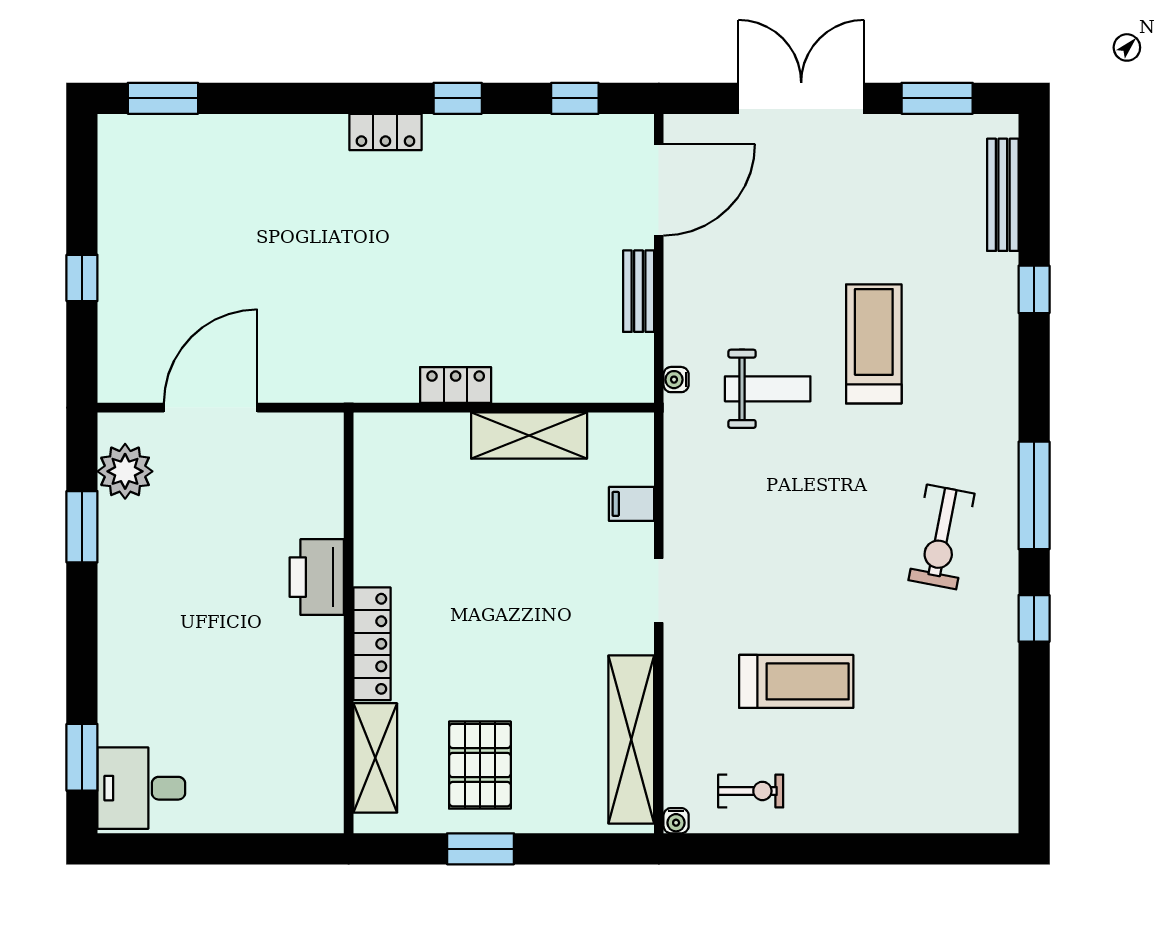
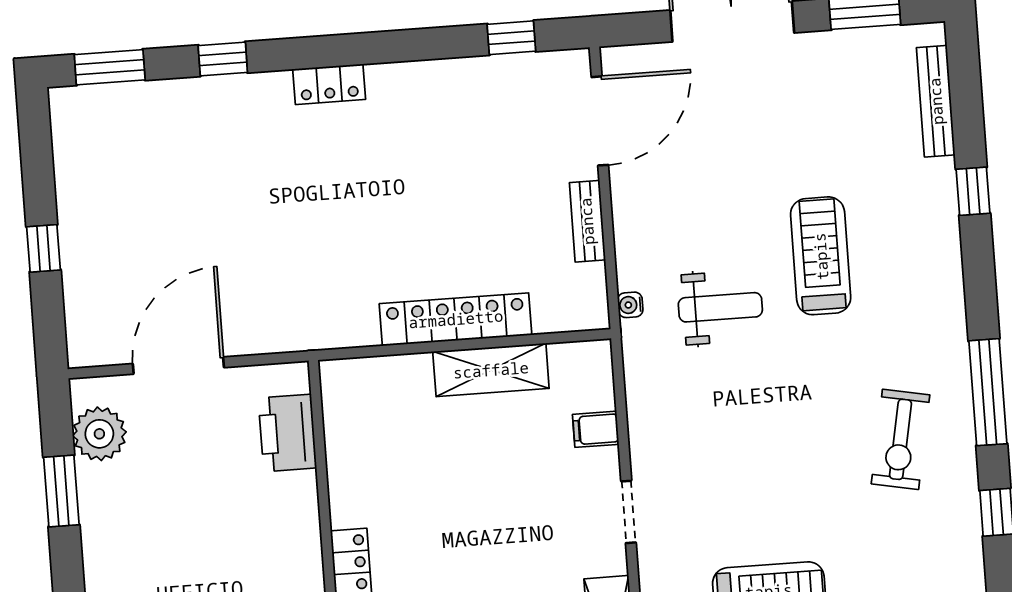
window: (458, 98) -> (223, 59), moved
locker: (456, 385) -> (456, 319), width x2.16, depth x1.21
printer: (317, 577) -> (287, 433), moved

